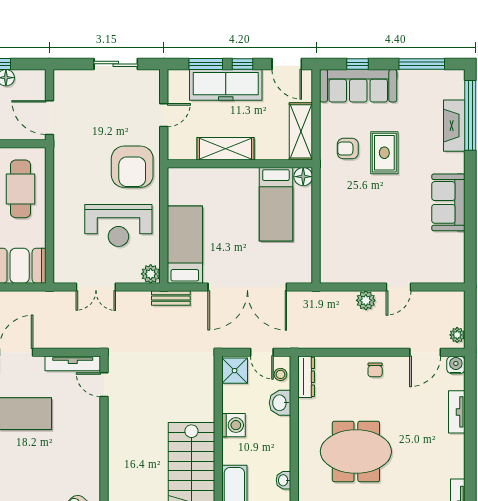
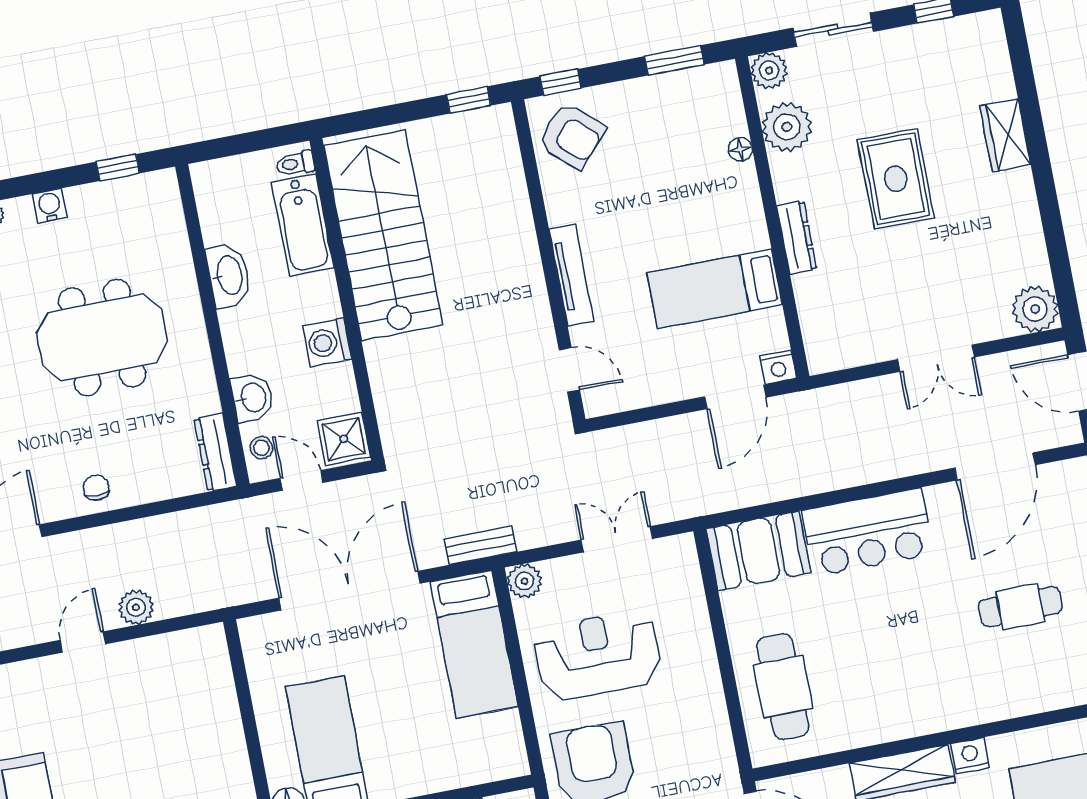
tv unit: (73, 363) -> (571, 275), moved, turned 90
washbasin: (284, 480) -> (229, 275), width x1.91, depth x1.45

